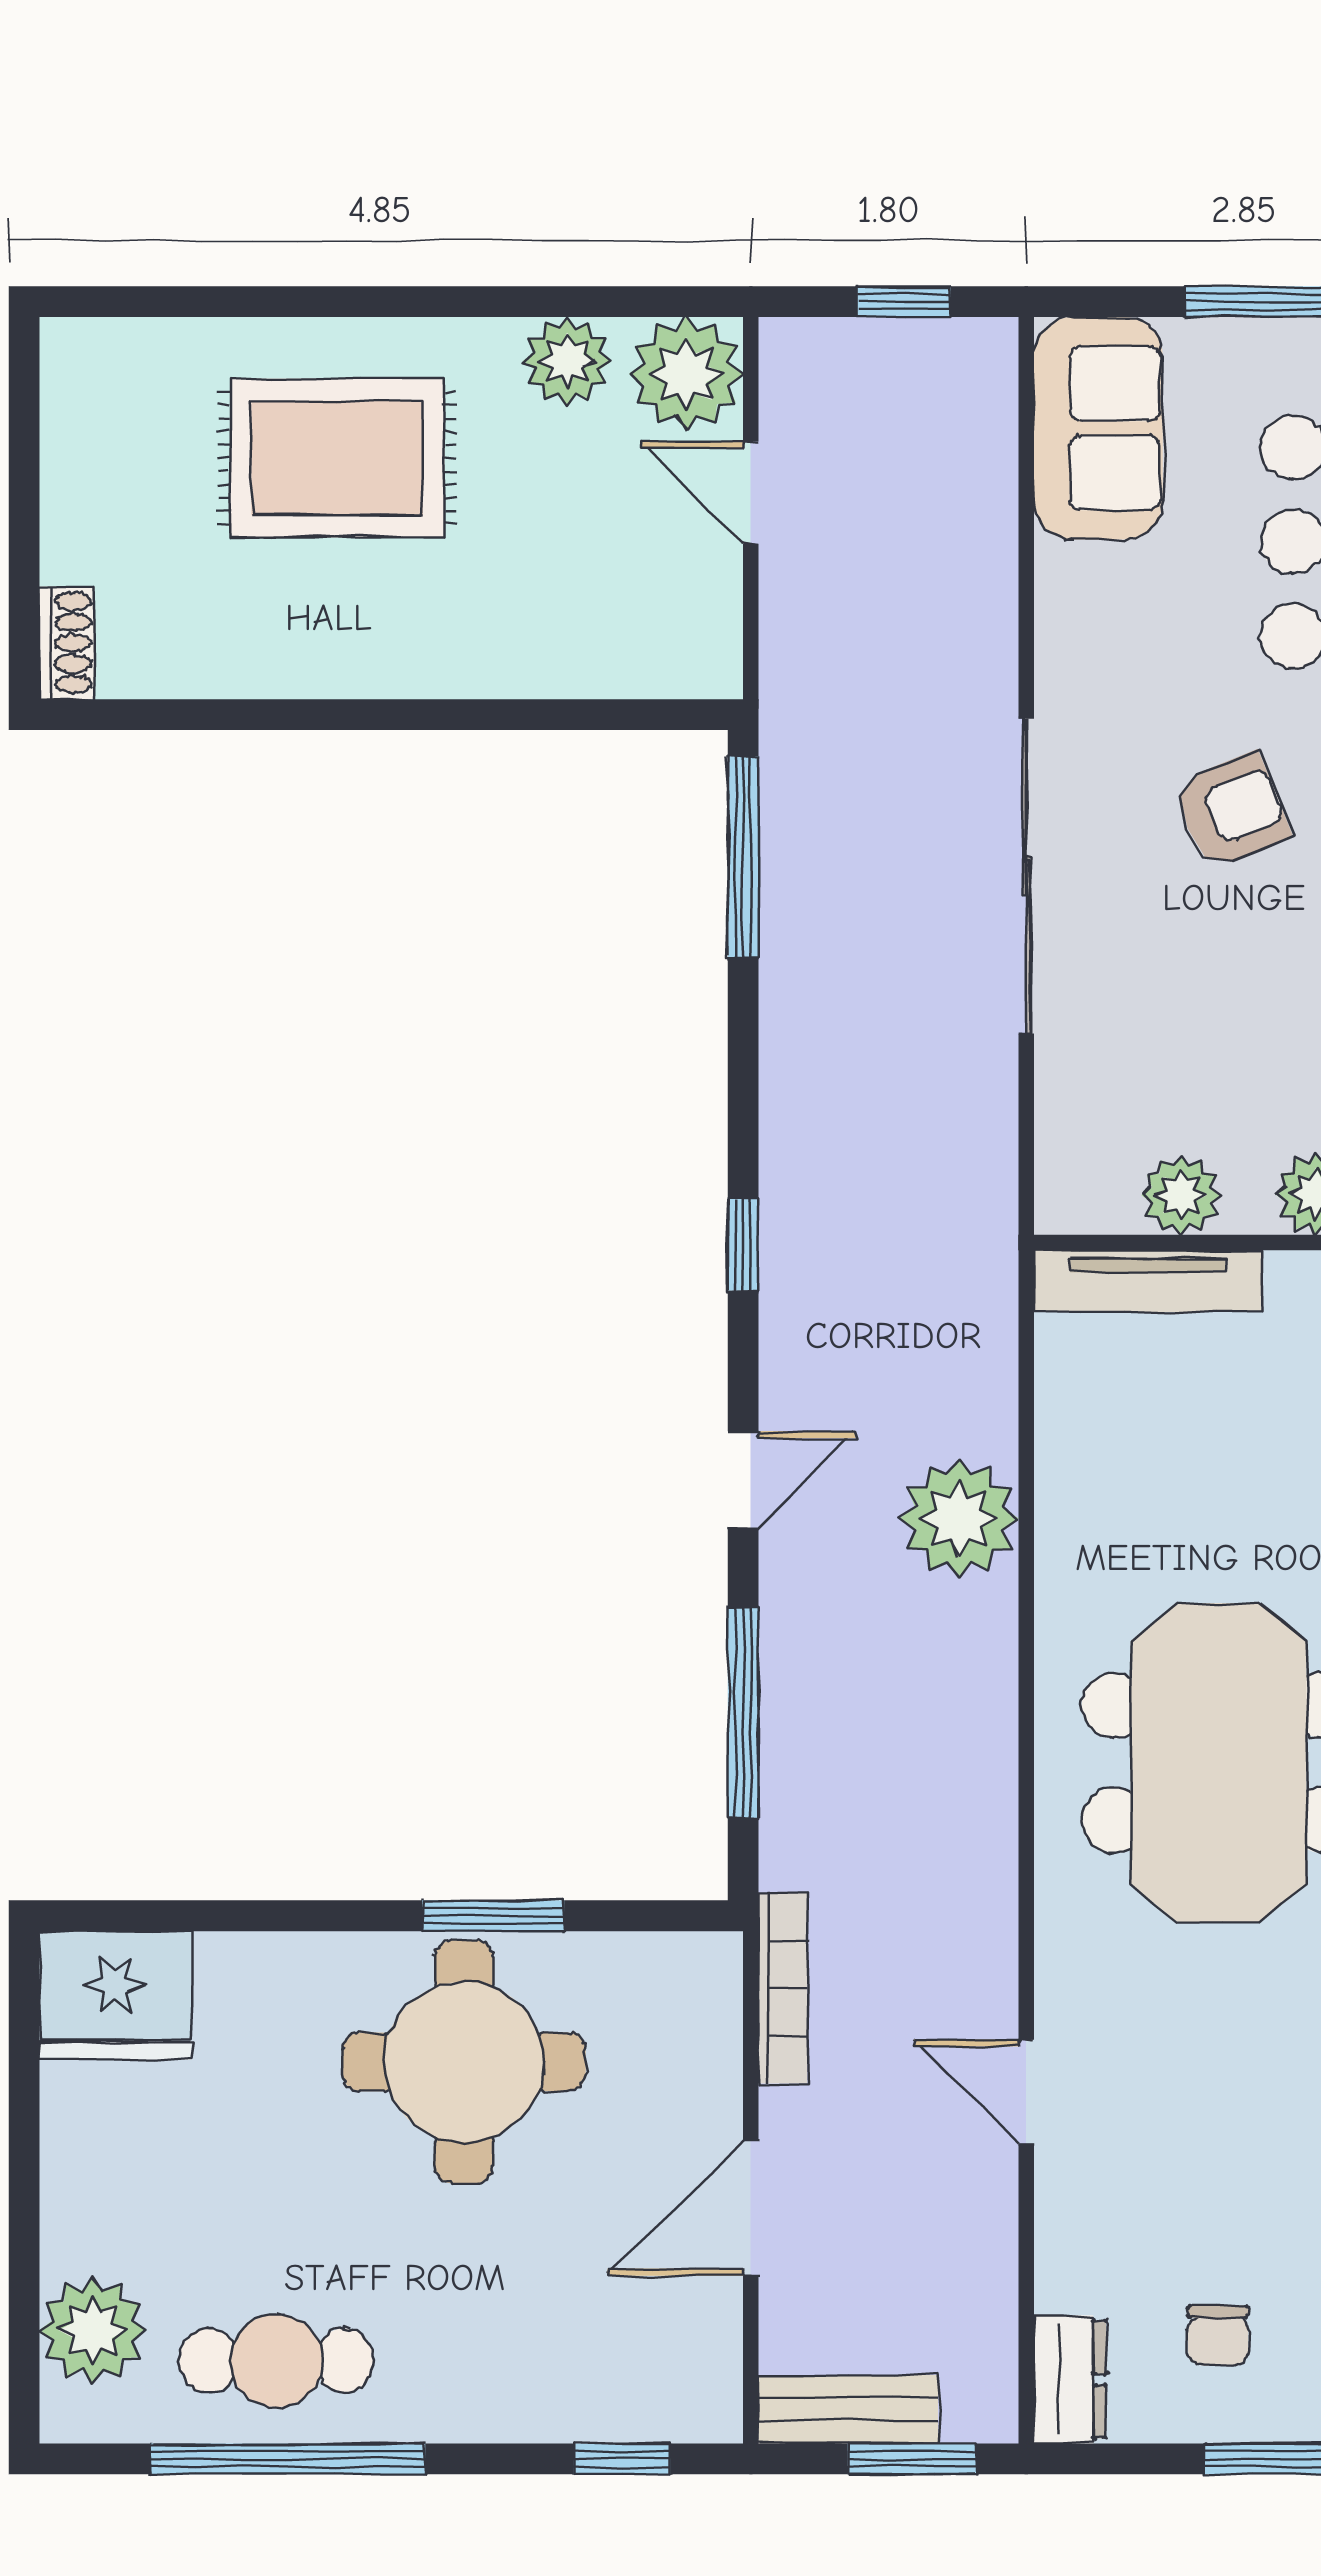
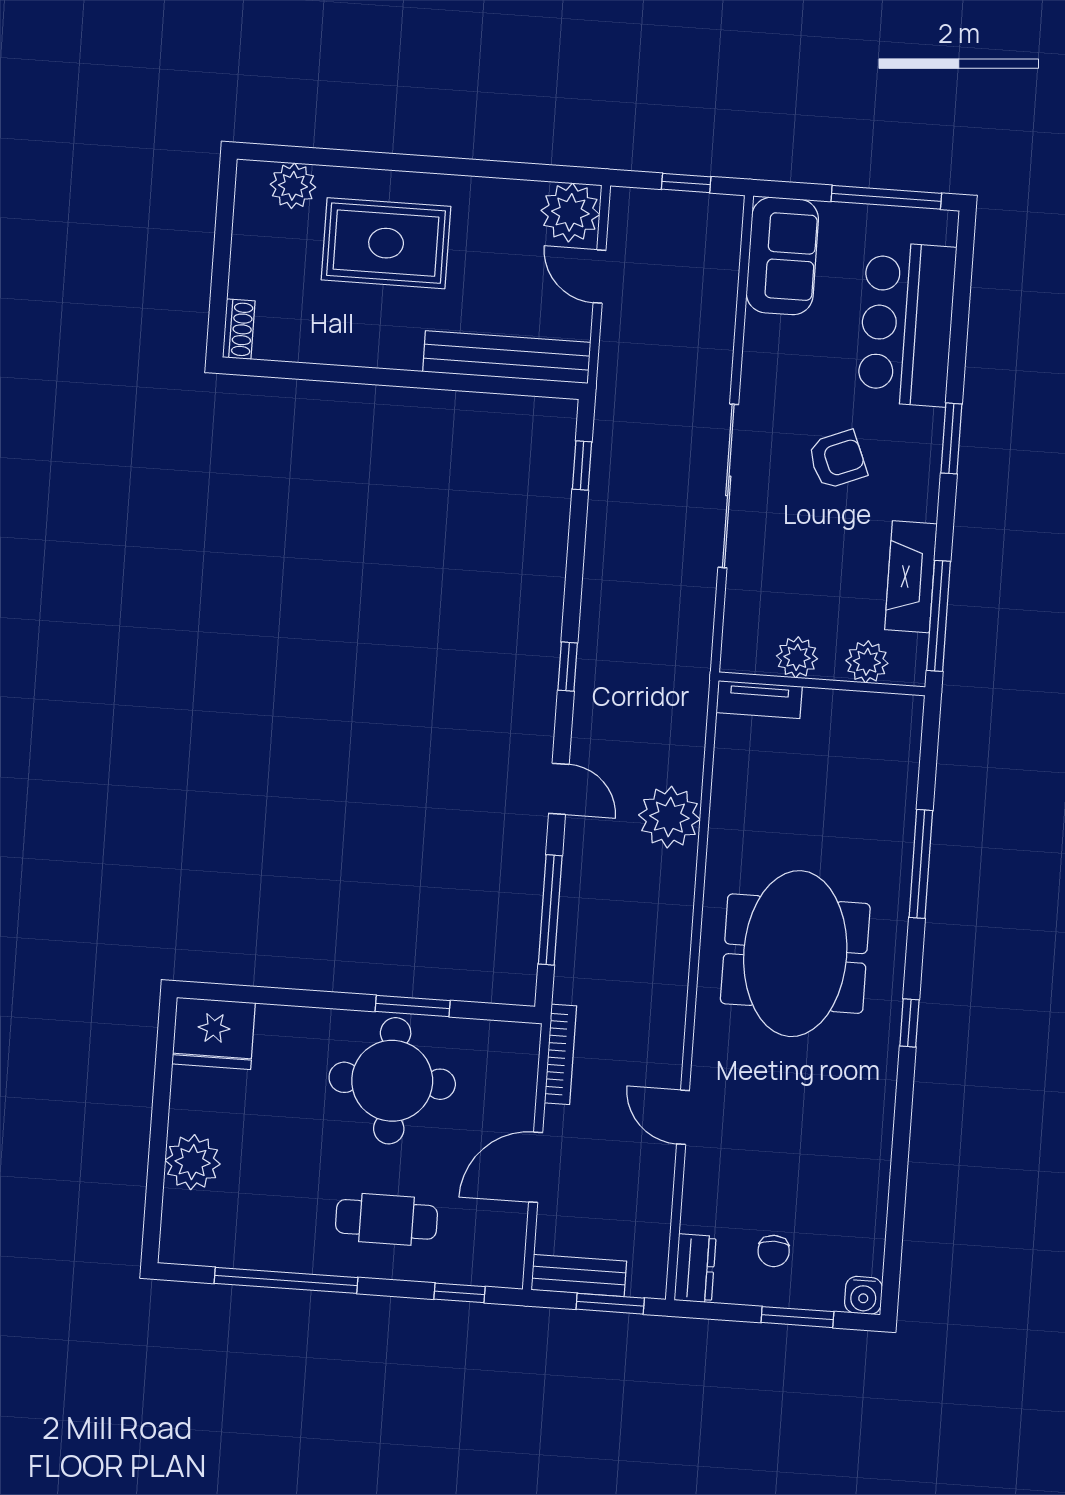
plant: (567, 361) -> (293, 186), moved
bench: (584, 660) -> (507, 357), added
window: (743, 857) -> (582, 465), width x0.46
tv unit: (1148, 1281) -> (759, 700), width x0.71
door: (743, 1480) -> (559, 789), hinge flipped
plant: (93, 2330) -> (193, 1162), moved
cafe table: (277, 2361) -> (386, 1219), moved

